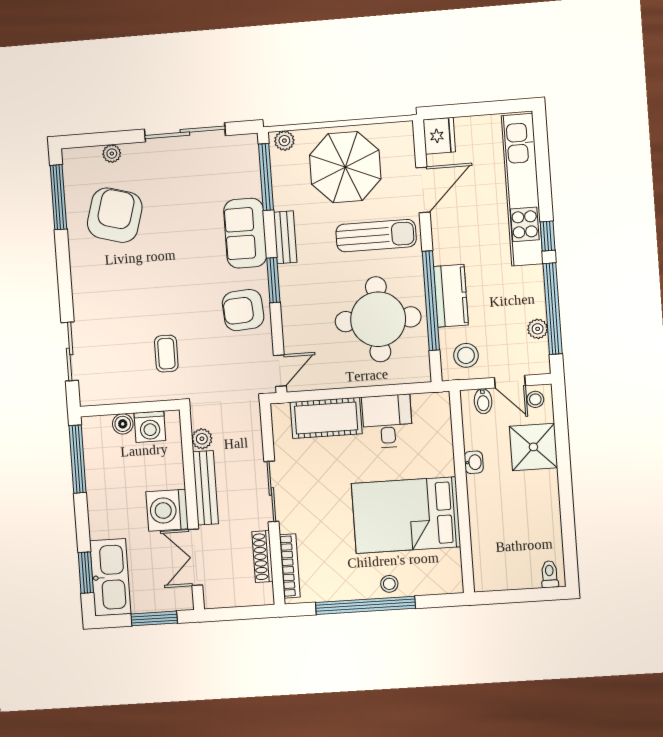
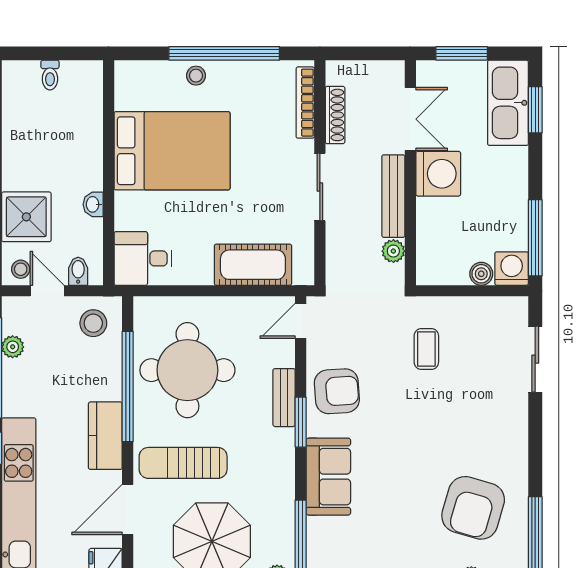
bench: (285, 237) -> (284, 398), moved
kitchen counter: (451, 296) -> (105, 436), moved
desk: (387, 421) -> (143, 258), moved, turned 90
washing machine: (150, 427) -> (512, 269), moved
toilet: (550, 574) -> (50, 75), moved

